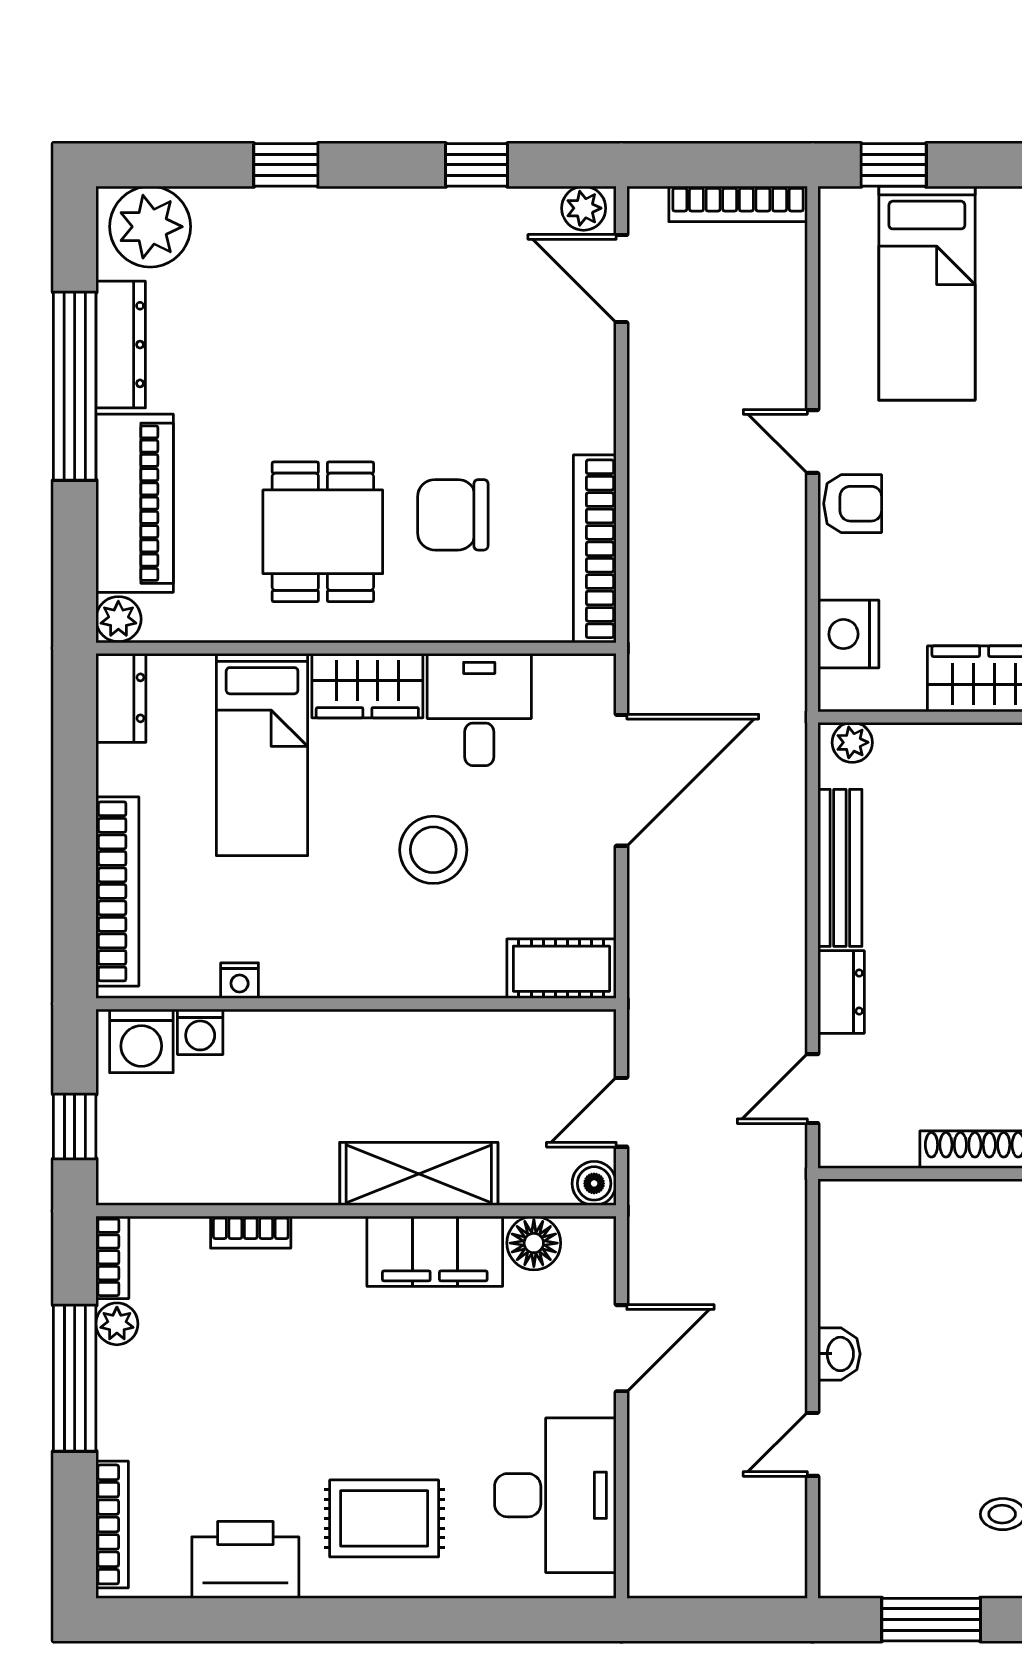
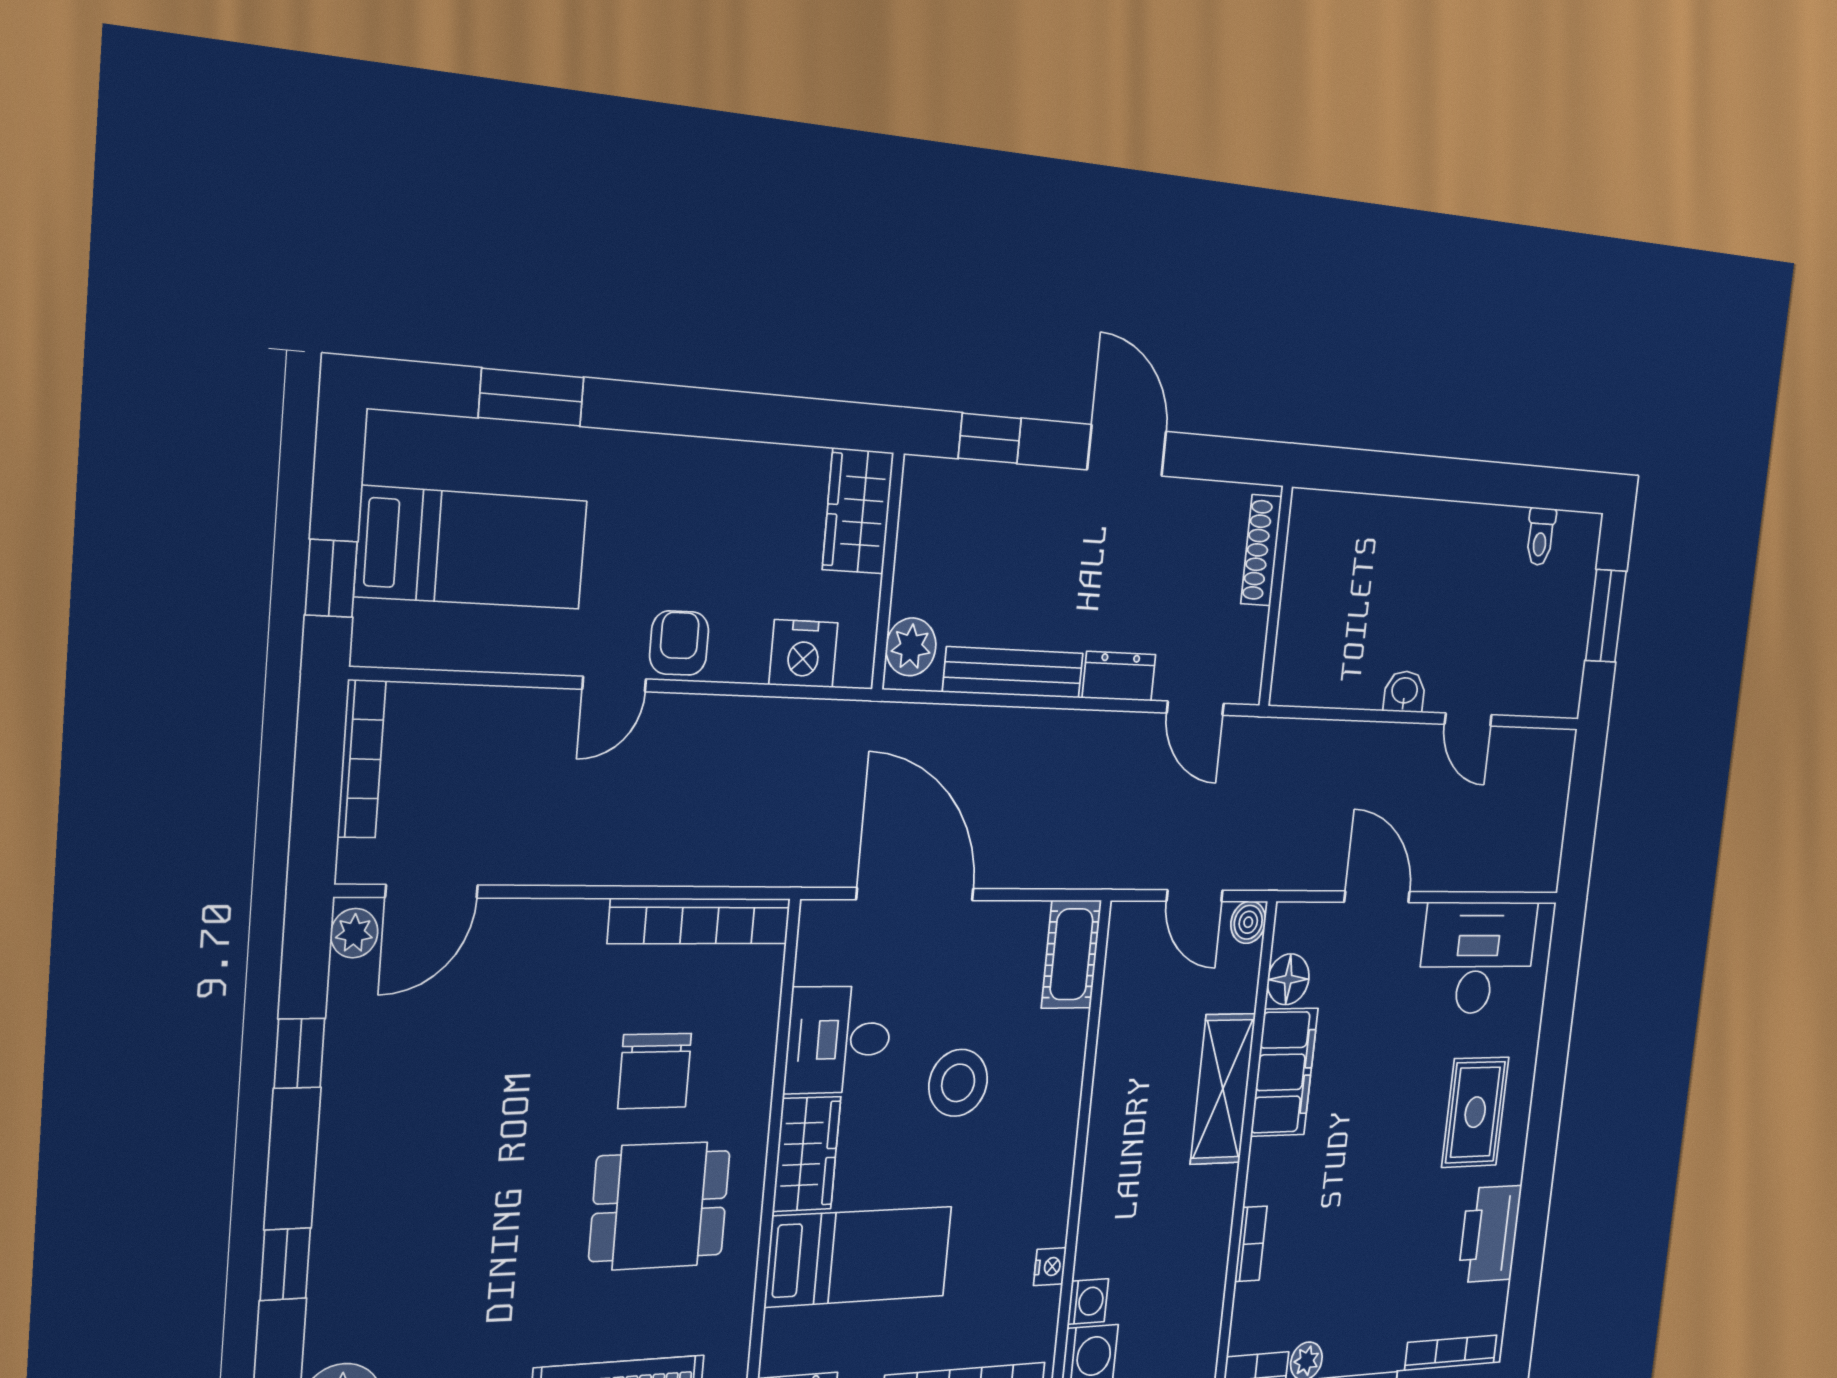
plant: (852, 742) -> (911, 647), width x1.38, depth x1.38

